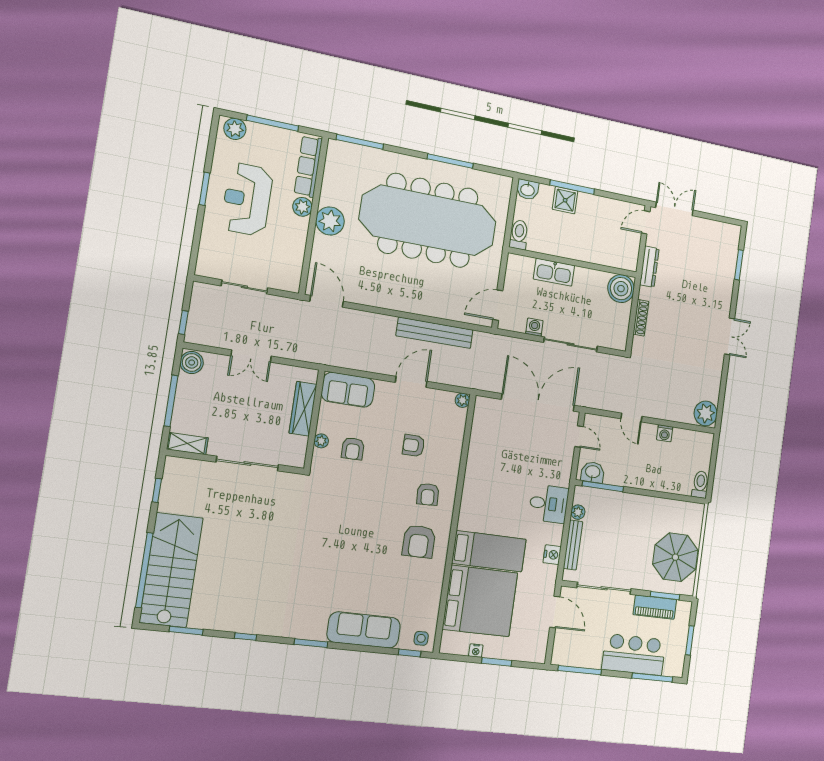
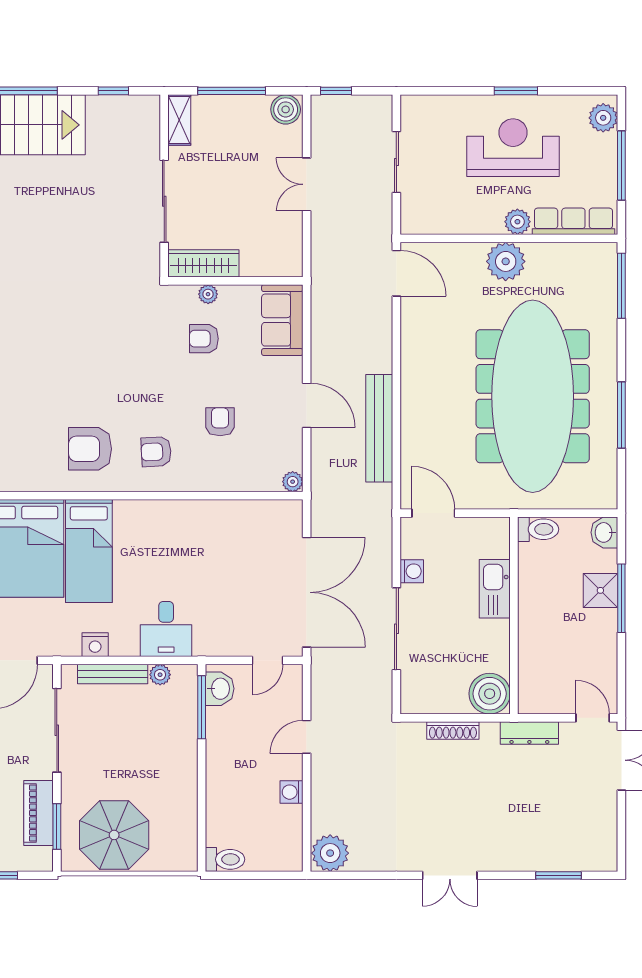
door: (327, 301) -> (396, 273), hinge flipped
wardrobe: (303, 409) -> (203, 263), moved

